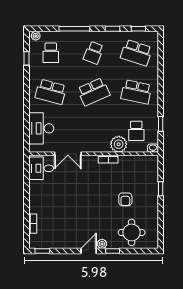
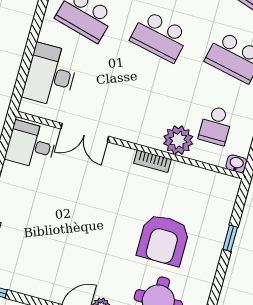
school desk: (94, 92) -> (160, 36), turned 36
armchair: (125, 199) -> (163, 240), width x1.88, depth x1.88

